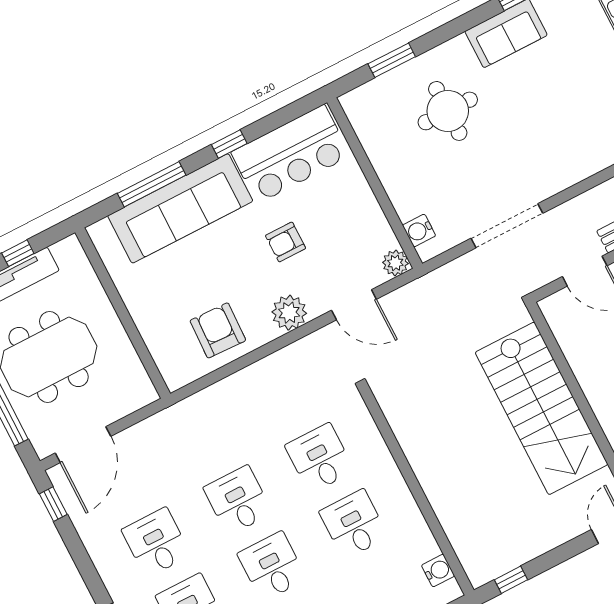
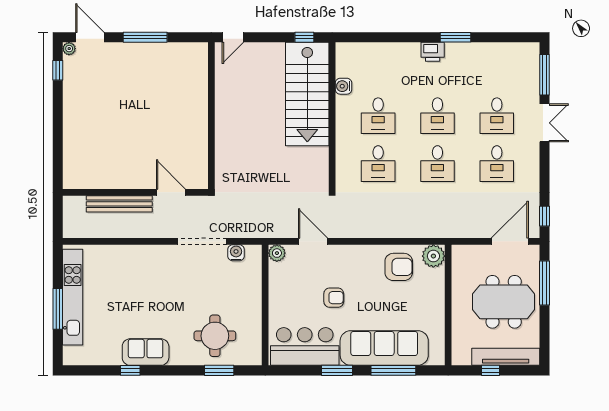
round table: (448, 111) -> (215, 336), moved
window: (229, 144) -> (337, 370), width x1.50
water cooler: (419, 230) -> (236, 253), moved, turned -90
plant: (289, 313) -> (433, 256), moved
armchair: (218, 330) -> (399, 267), turned -92
stairs: (542, 408) -> (307, 94), moved, turned 180
water cooler: (438, 571) -> (344, 86), moved

